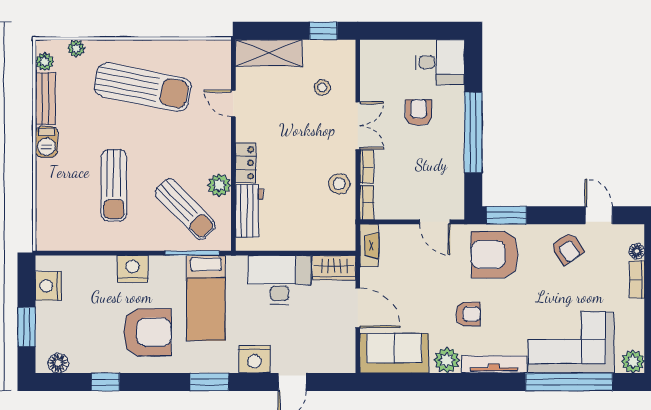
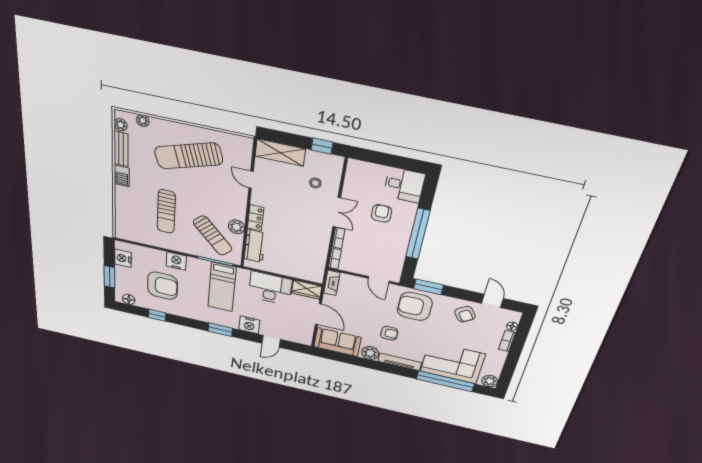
sun lounger: (143, 87) -> (189, 156), turned 152
stool: (339, 184) -> (318, 244), removed
armchair: (147, 332) -> (163, 286), moved

